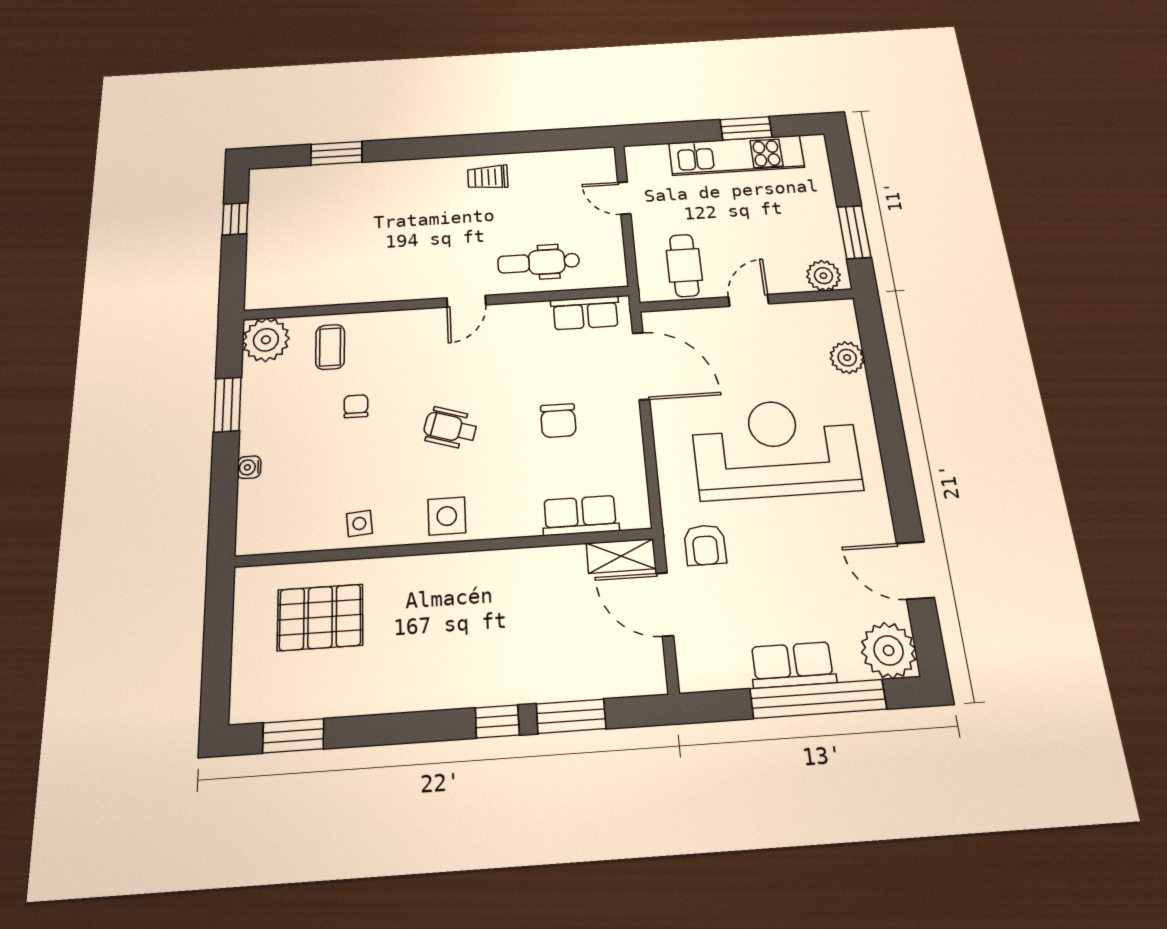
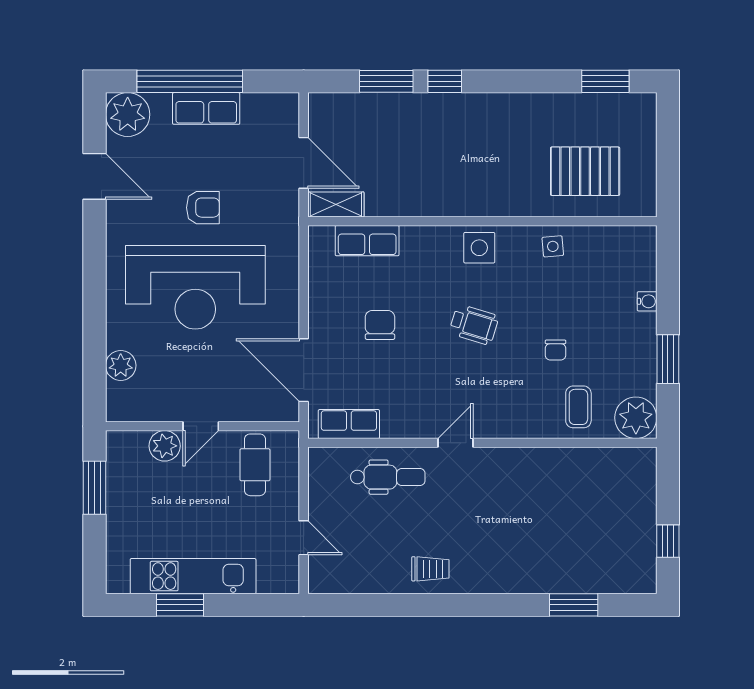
plant: (823, 276) -> (165, 446), moved
armchair: (705, 545) -> (203, 208), moved, turned 90

